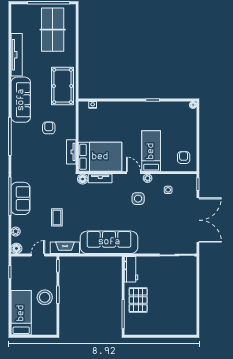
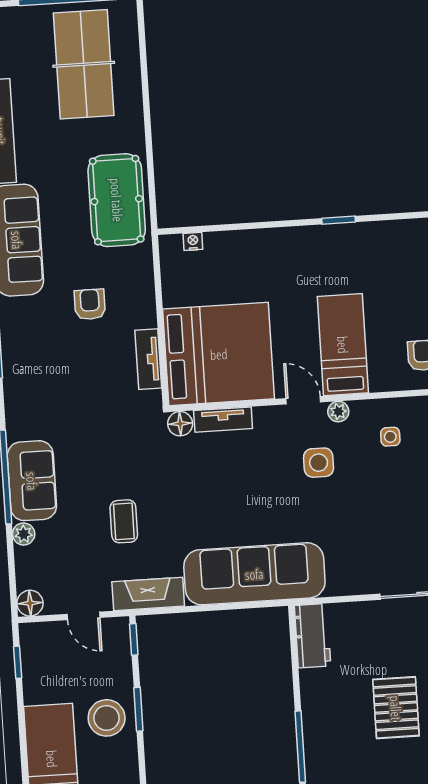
bed: (100, 157) -> (219, 354), width x1.36
plant: (16, 232) -> (24, 534), moved
door: (38, 255) -> (83, 616), swing flipped
pallet: (138, 300) -> (396, 708), moved

